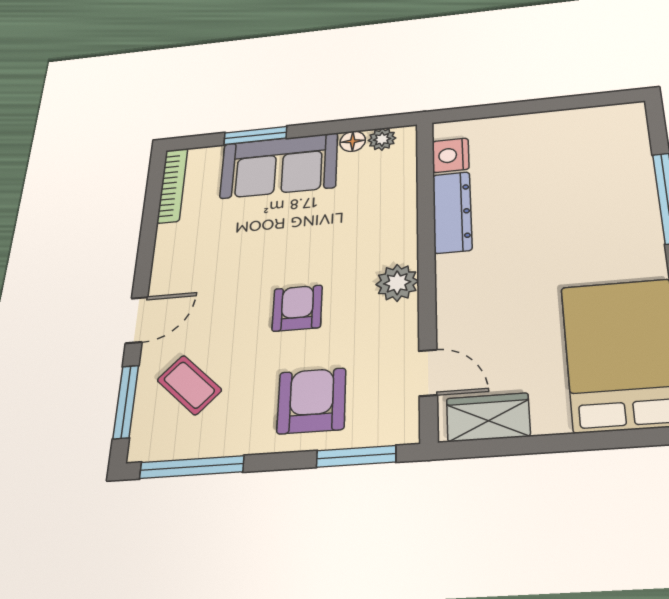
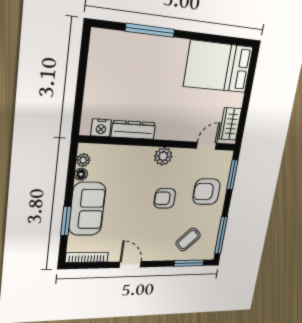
door: (137, 320) -> (130, 264), moved

